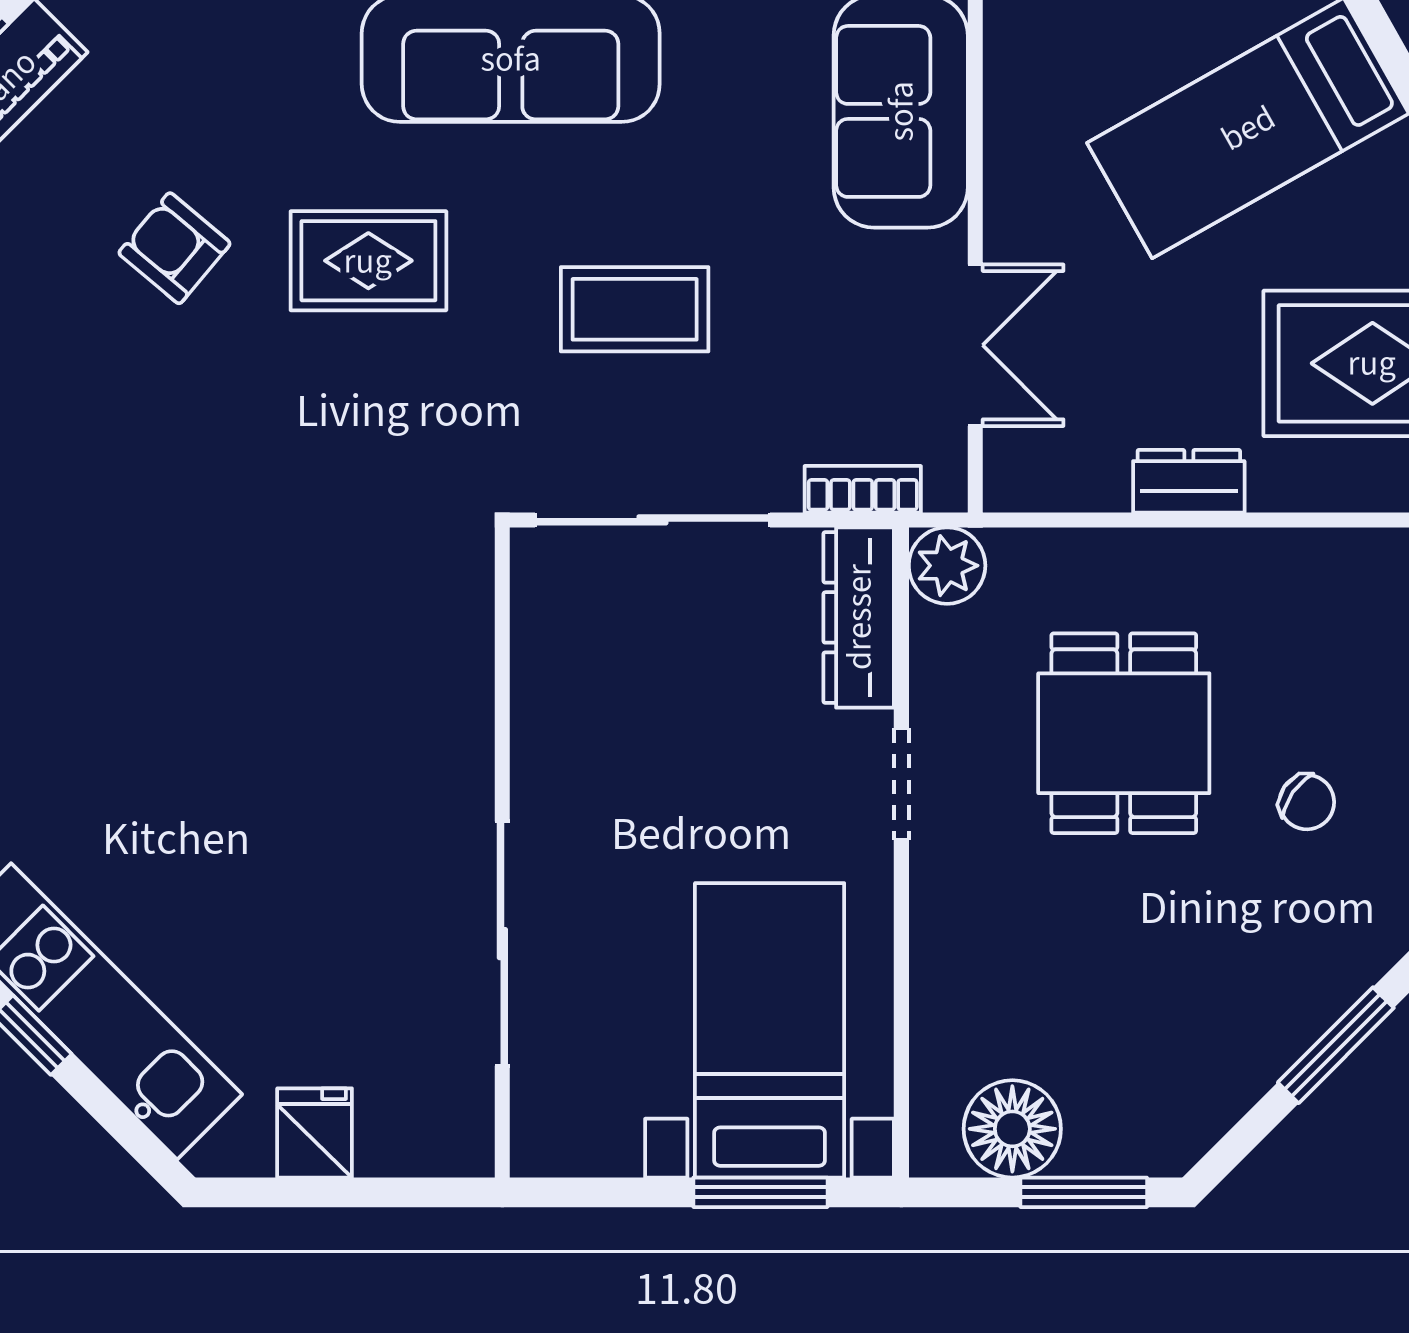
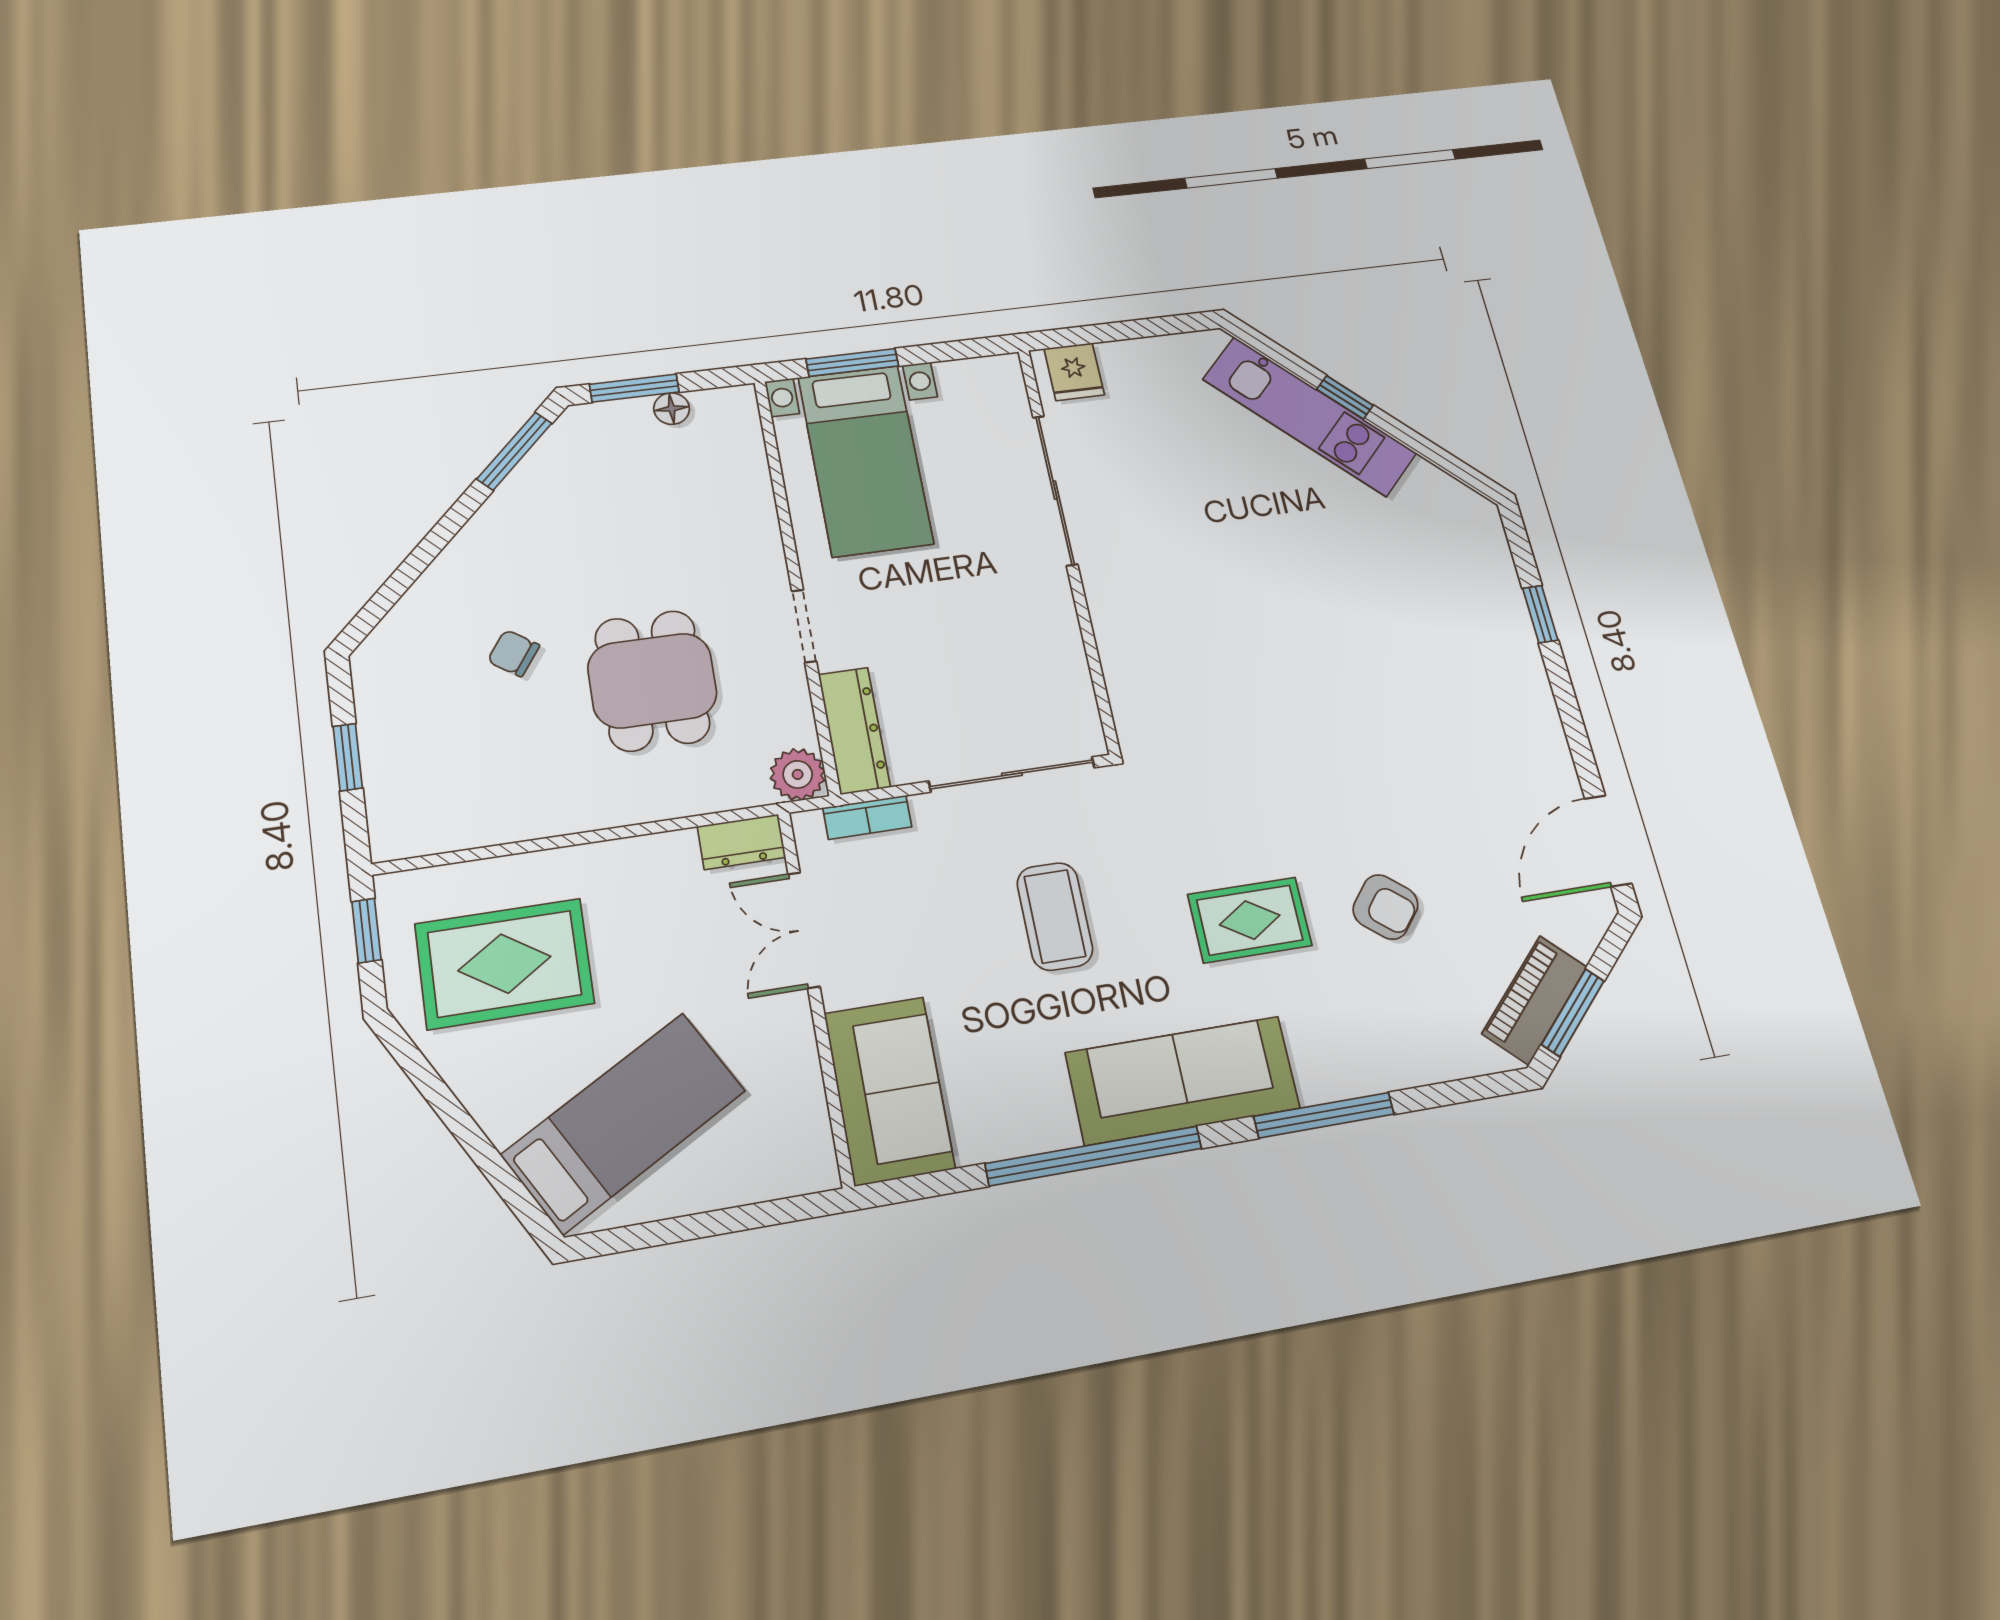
coffee table: (635, 309) -> (1055, 916), turned 90
dresser: (1189, 481) -> (741, 842), moved
window: (1336, 1045) -> (514, 451), moved
floor lamp: (1012, 1129) -> (672, 409), width x0.53, depth x0.53
fridge: (315, 1133) -> (1074, 372), moved

